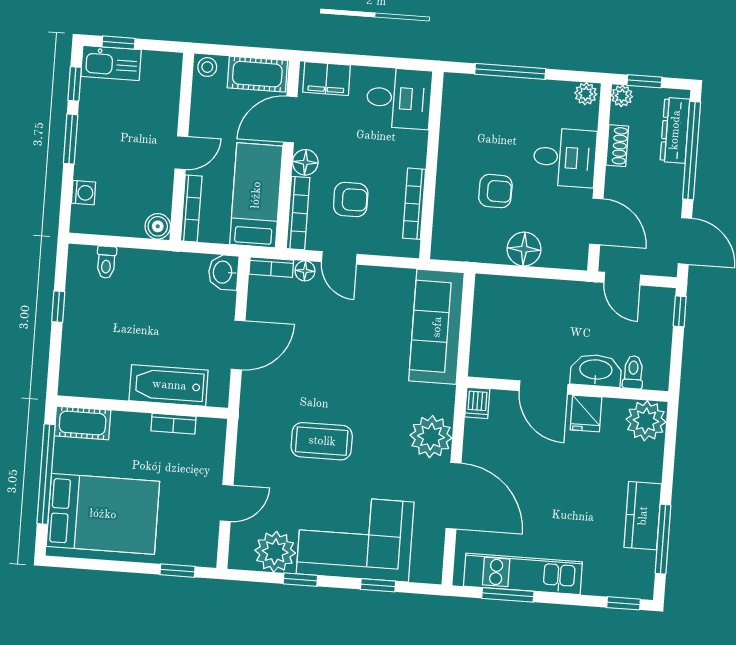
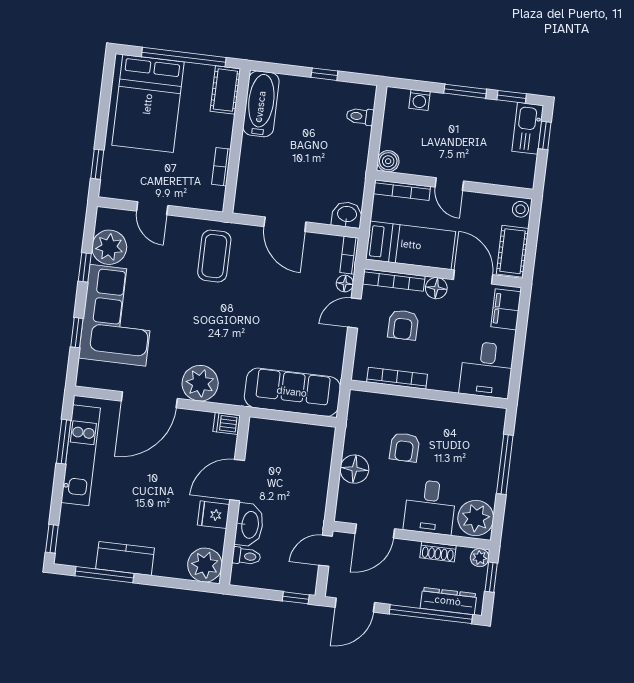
plant: (586, 94) -> (476, 518), width x1.88, depth x1.88
bathtub: (169, 385) -> (261, 104), moved
coffee table: (322, 441) -> (214, 256), moved

